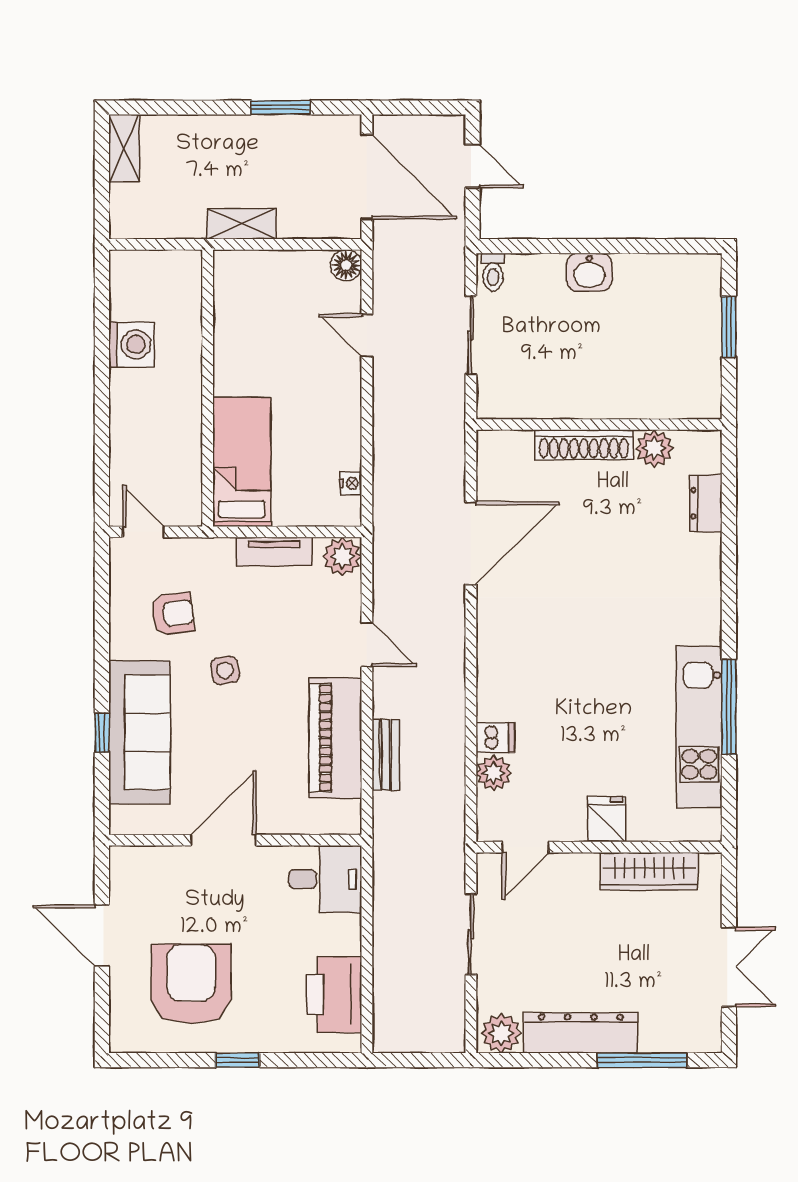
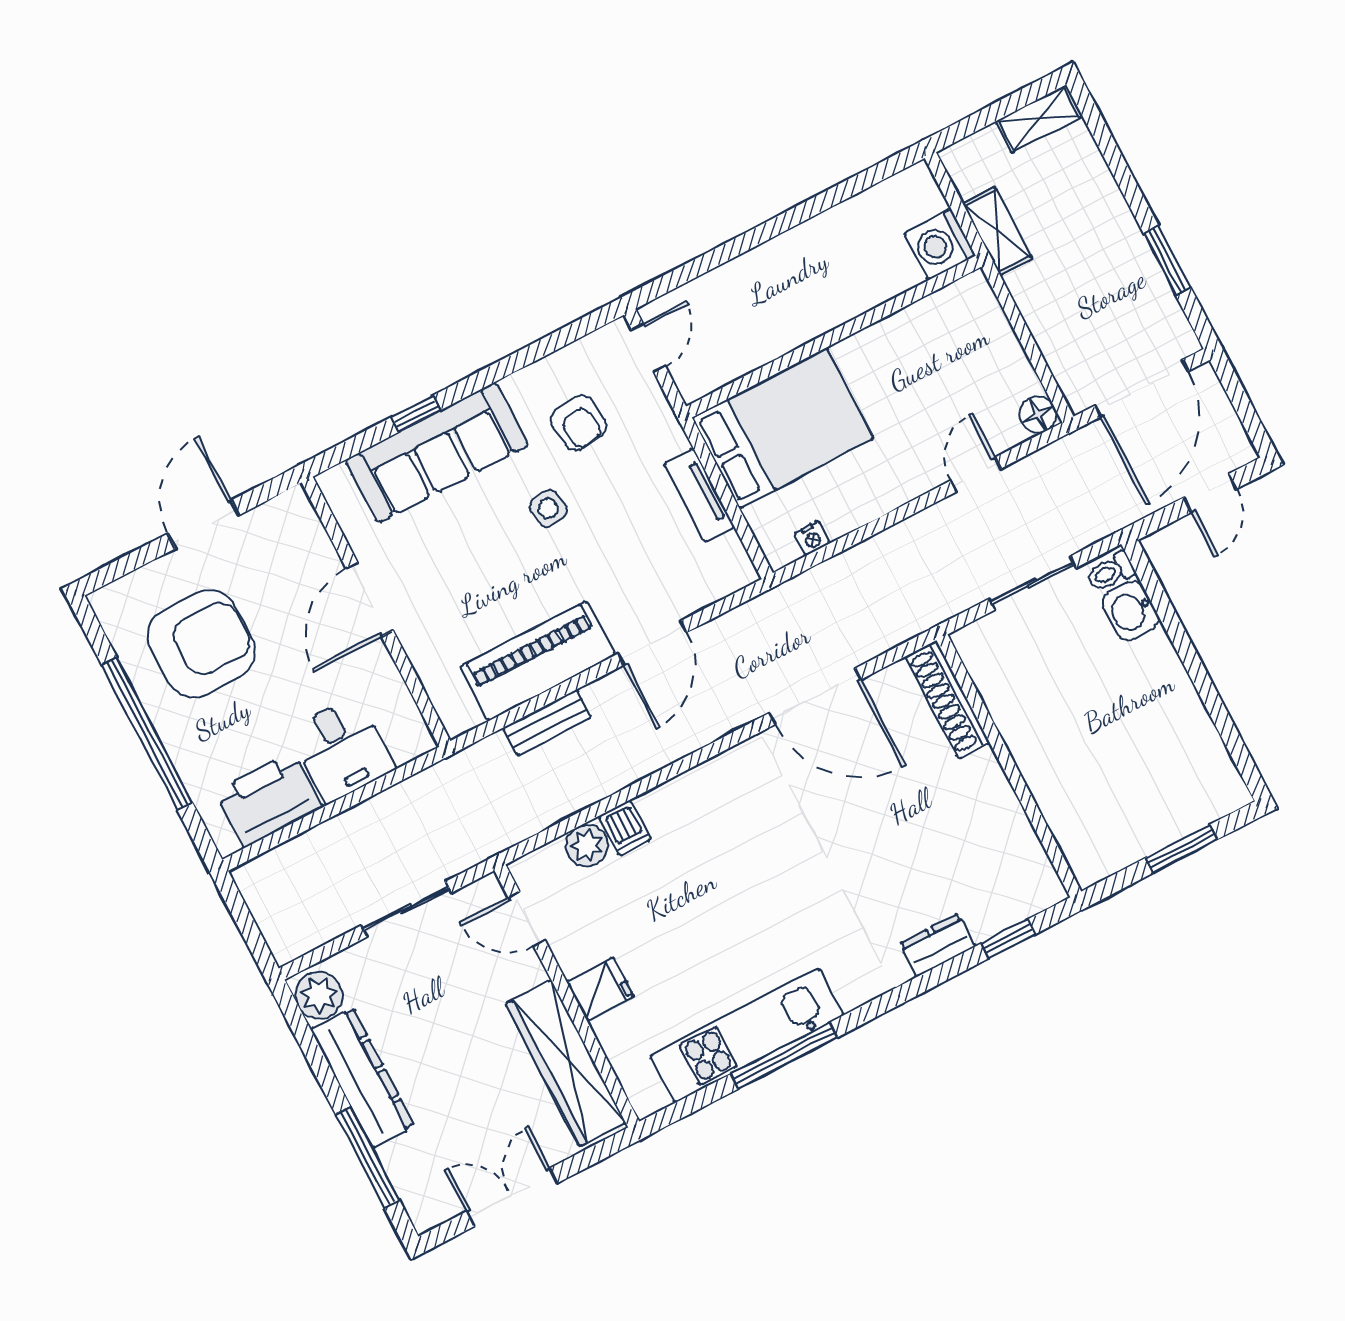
shelving: (241, 224) -> (997, 231), moved
washbasin: (589, 272) -> (1131, 611), moved
washing machine: (131, 344) -> (940, 244), moved, turned 90
shoe rack: (584, 445) -> (947, 699), moved
plant: (654, 448) -> (1014, 837), removed
bed: (242, 462) -> (783, 428), width x1.50
window: (729, 493) -> (1008, 939), added
dresser: (706, 503) -> (938, 945), moved
plant: (342, 556) -> (731, 569), removed
door: (367, 645) -> (652, 643), width x1.38
door: (223, 840) -> (370, 599), swing flipped
wardrobe: (649, 871) -> (566, 1063), width x1.40, depth x1.17
desk: (325, 879) -> (342, 749), moved
double door: (729, 967) -> (512, 1197), swing flipped
window: (237, 1060) -> (147, 734), width x3.17

